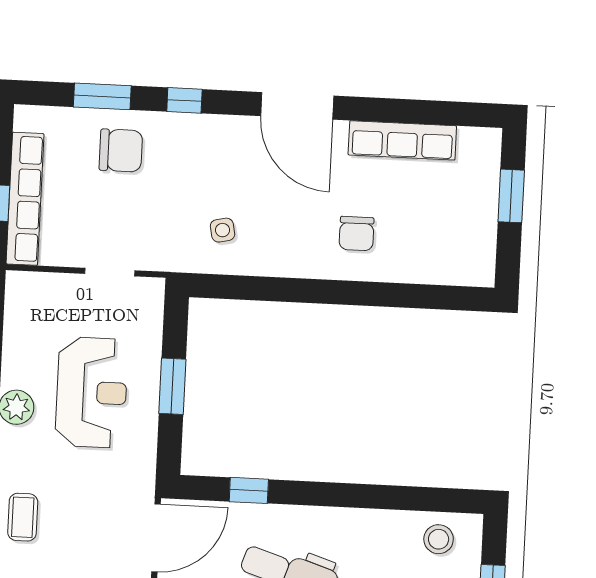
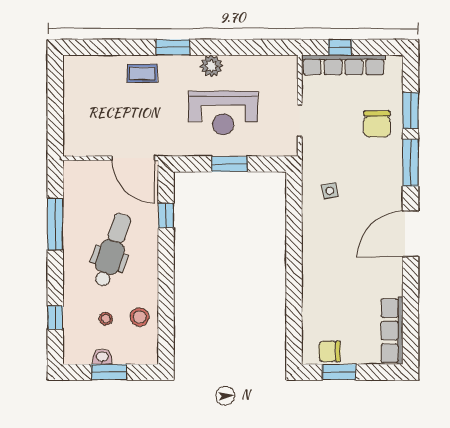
window: (184, 100) -> (411, 163), width x2.17
row of seats: (402, 140) -> (392, 331), moved
window: (511, 196) -> (339, 372), moved
chair: (357, 233) -> (330, 351), moved
stool: (439, 539) -> (140, 317), moved

